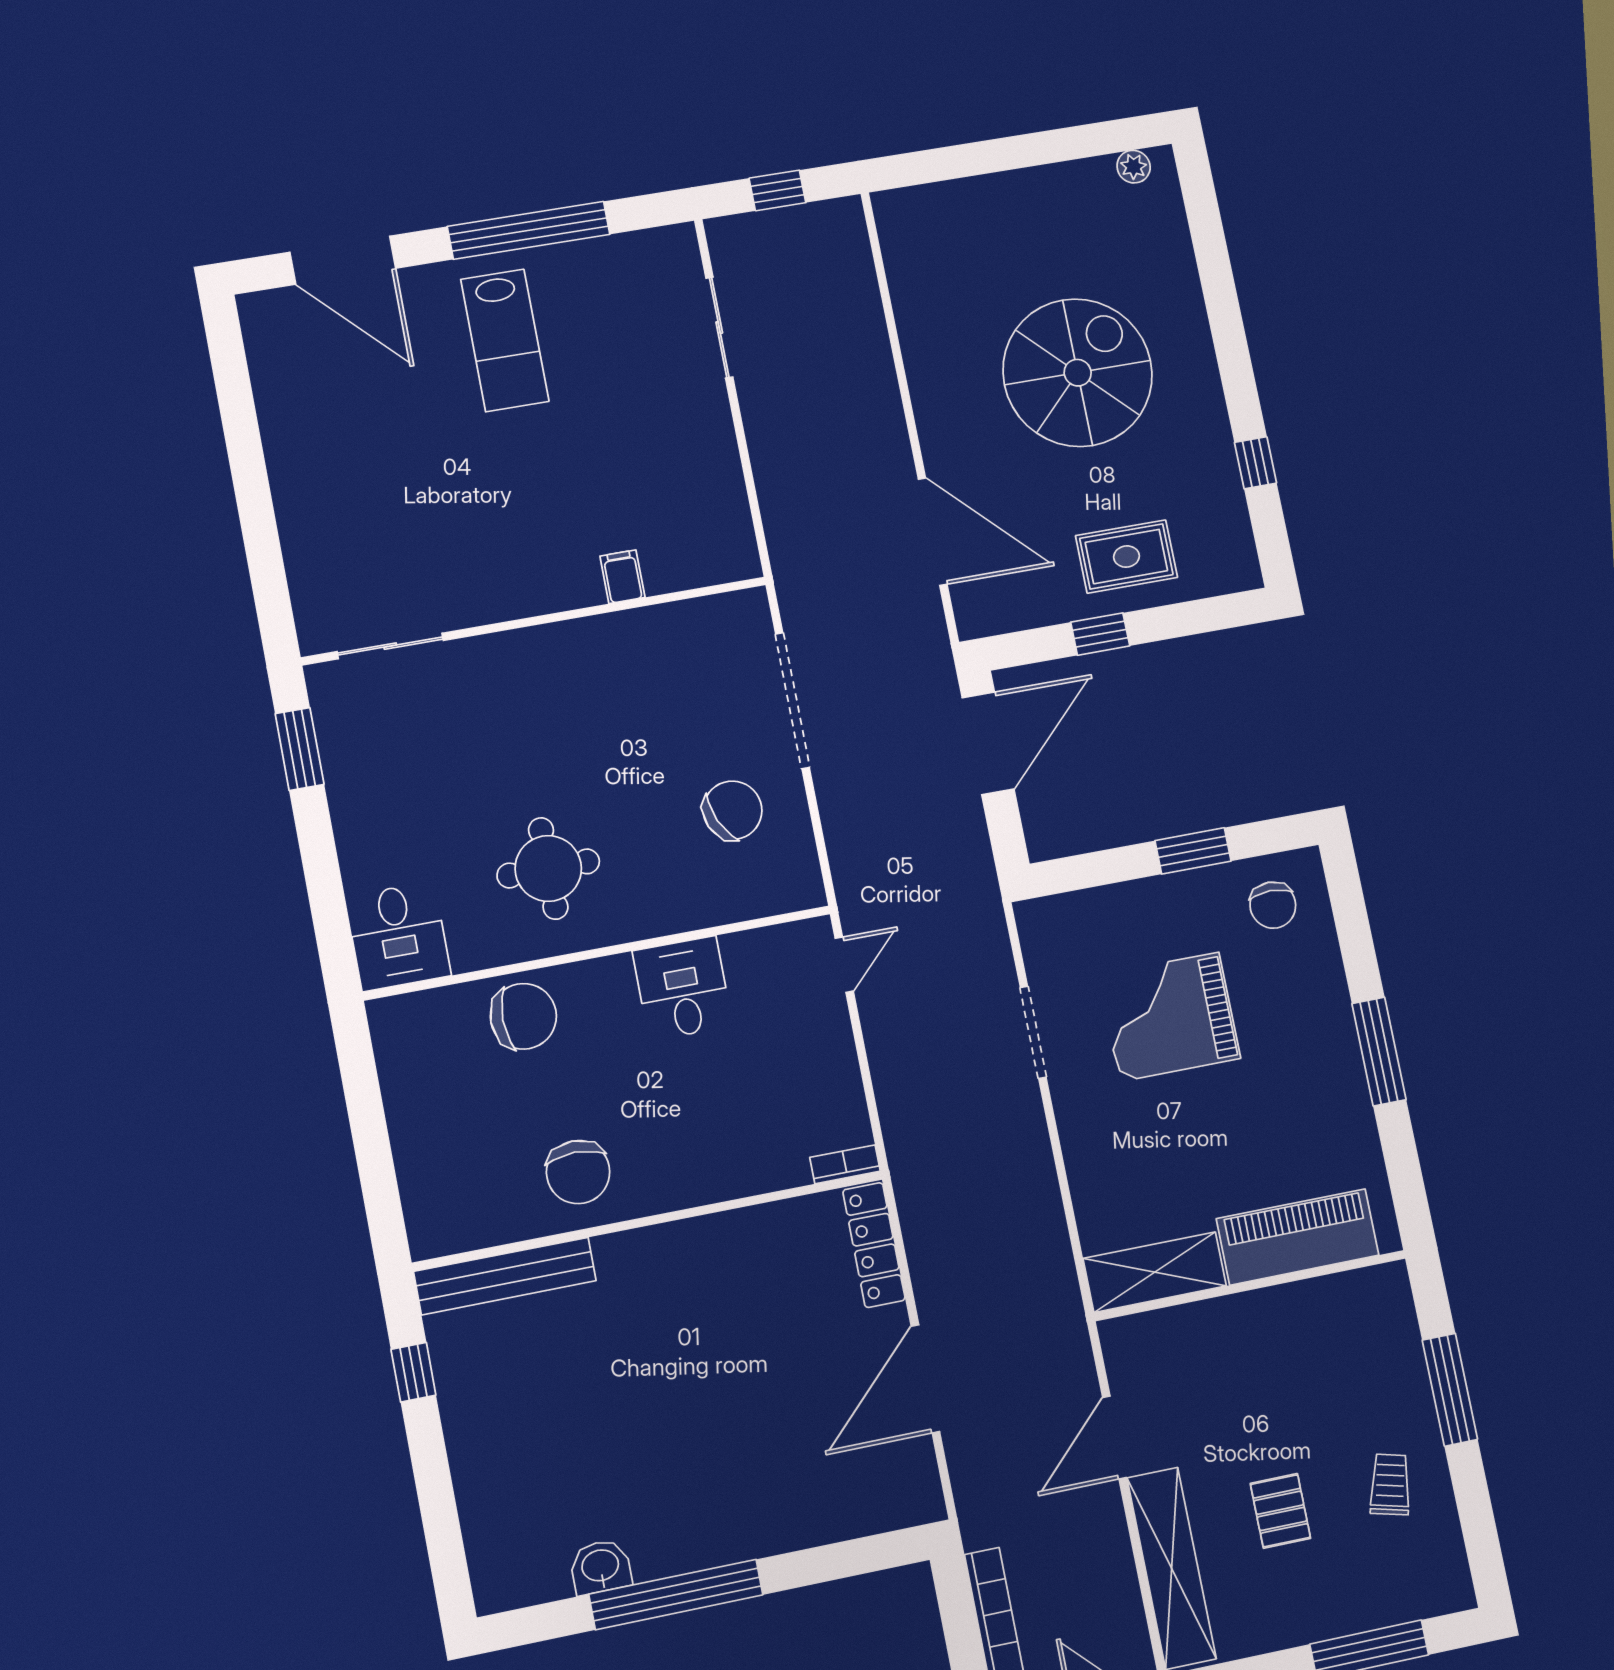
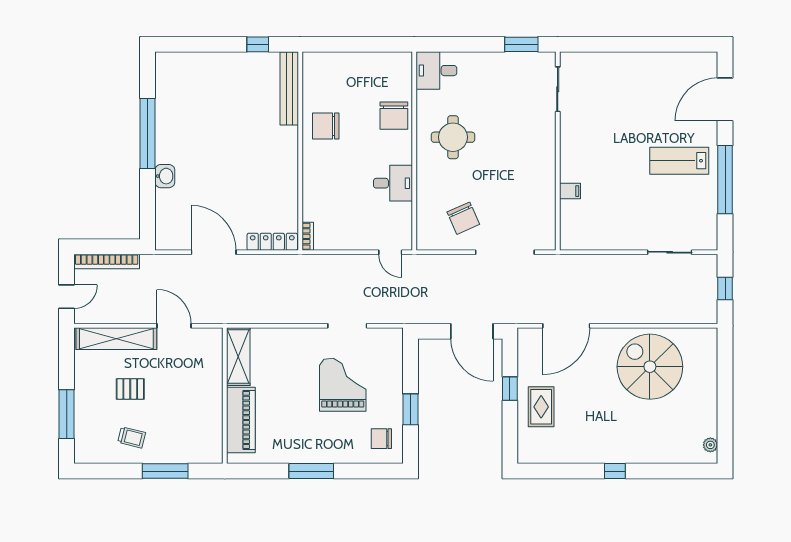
spiral stairs: (1078, 373) -> (650, 367), moved, turned 180
window: (1255, 463) -> (615, 471), moved
washbasin: (600, 1567) -> (165, 176), moved

